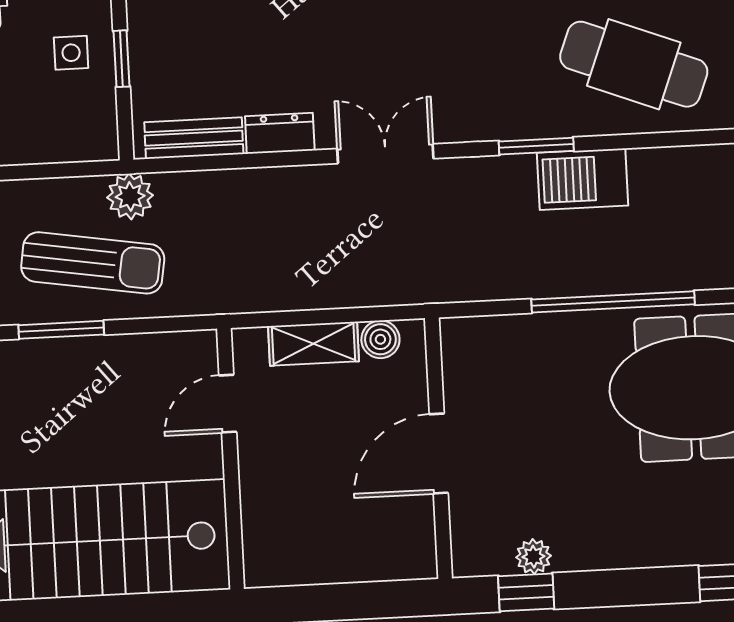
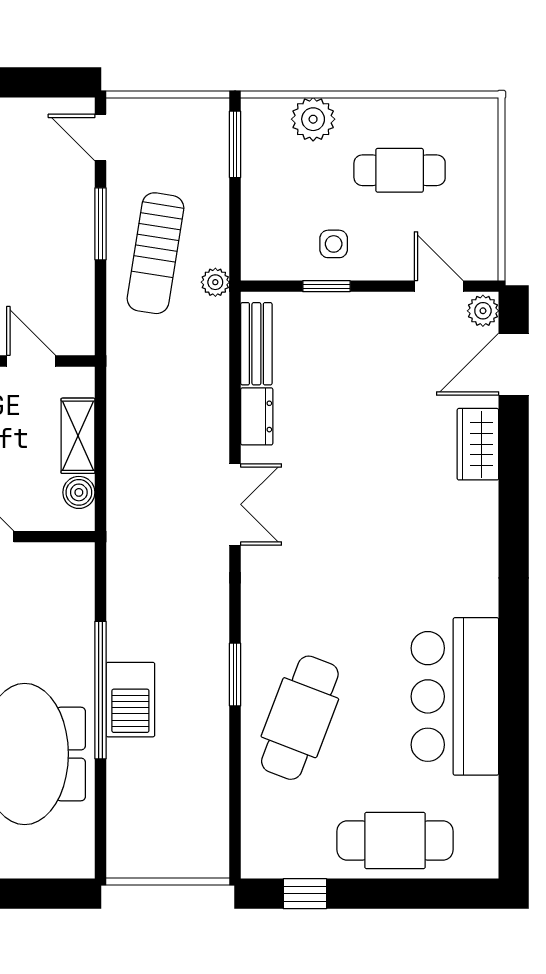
window: (536, 146) -> (235, 675), moved
barbecue: (582, 179) -> (130, 700), moved, turned 180
plant: (130, 196) -> (215, 282), width x0.73, depth x0.73

